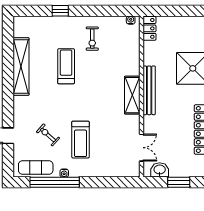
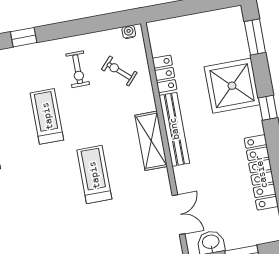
locker: (149, 28) -> (165, 74), moved
exercise bike: (48, 135) -> (119, 71), moved
treadmill: (80, 140) -> (94, 175), moved, turned 180

